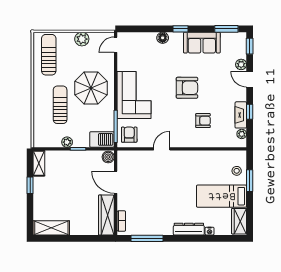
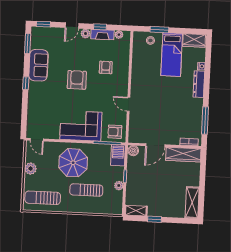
floor lamp: (163, 38) -> (33, 99), removed
plant: (241, 64) -> (86, 34), moved

